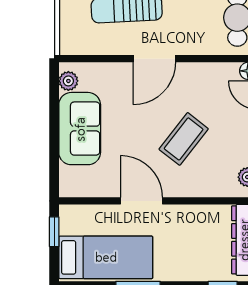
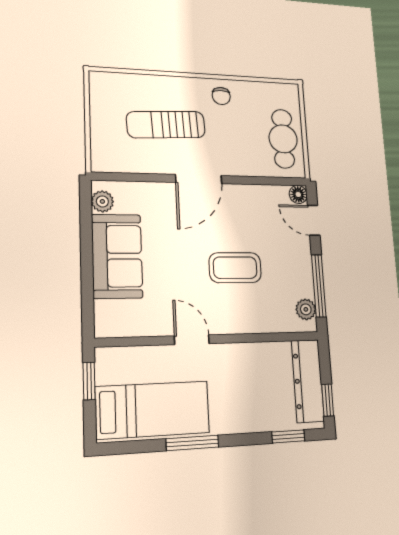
coffee table: (184, 139) -> (235, 268), turned 52
door: (141, 201) -> (192, 340), width x0.73

